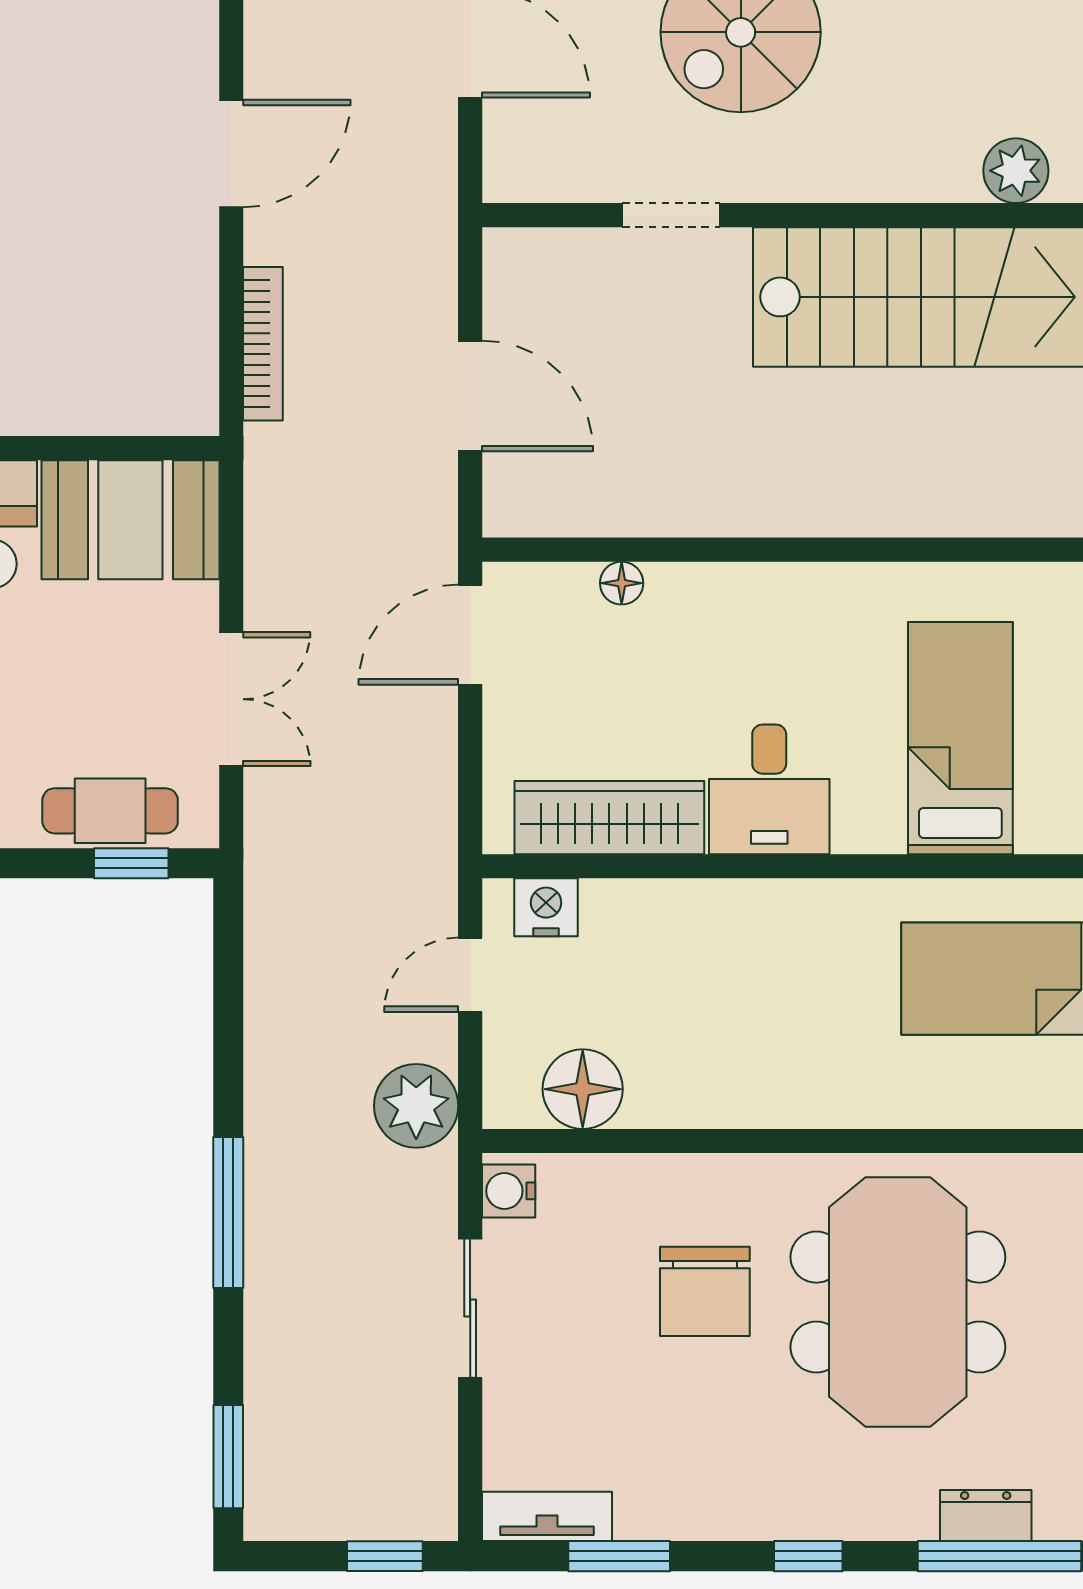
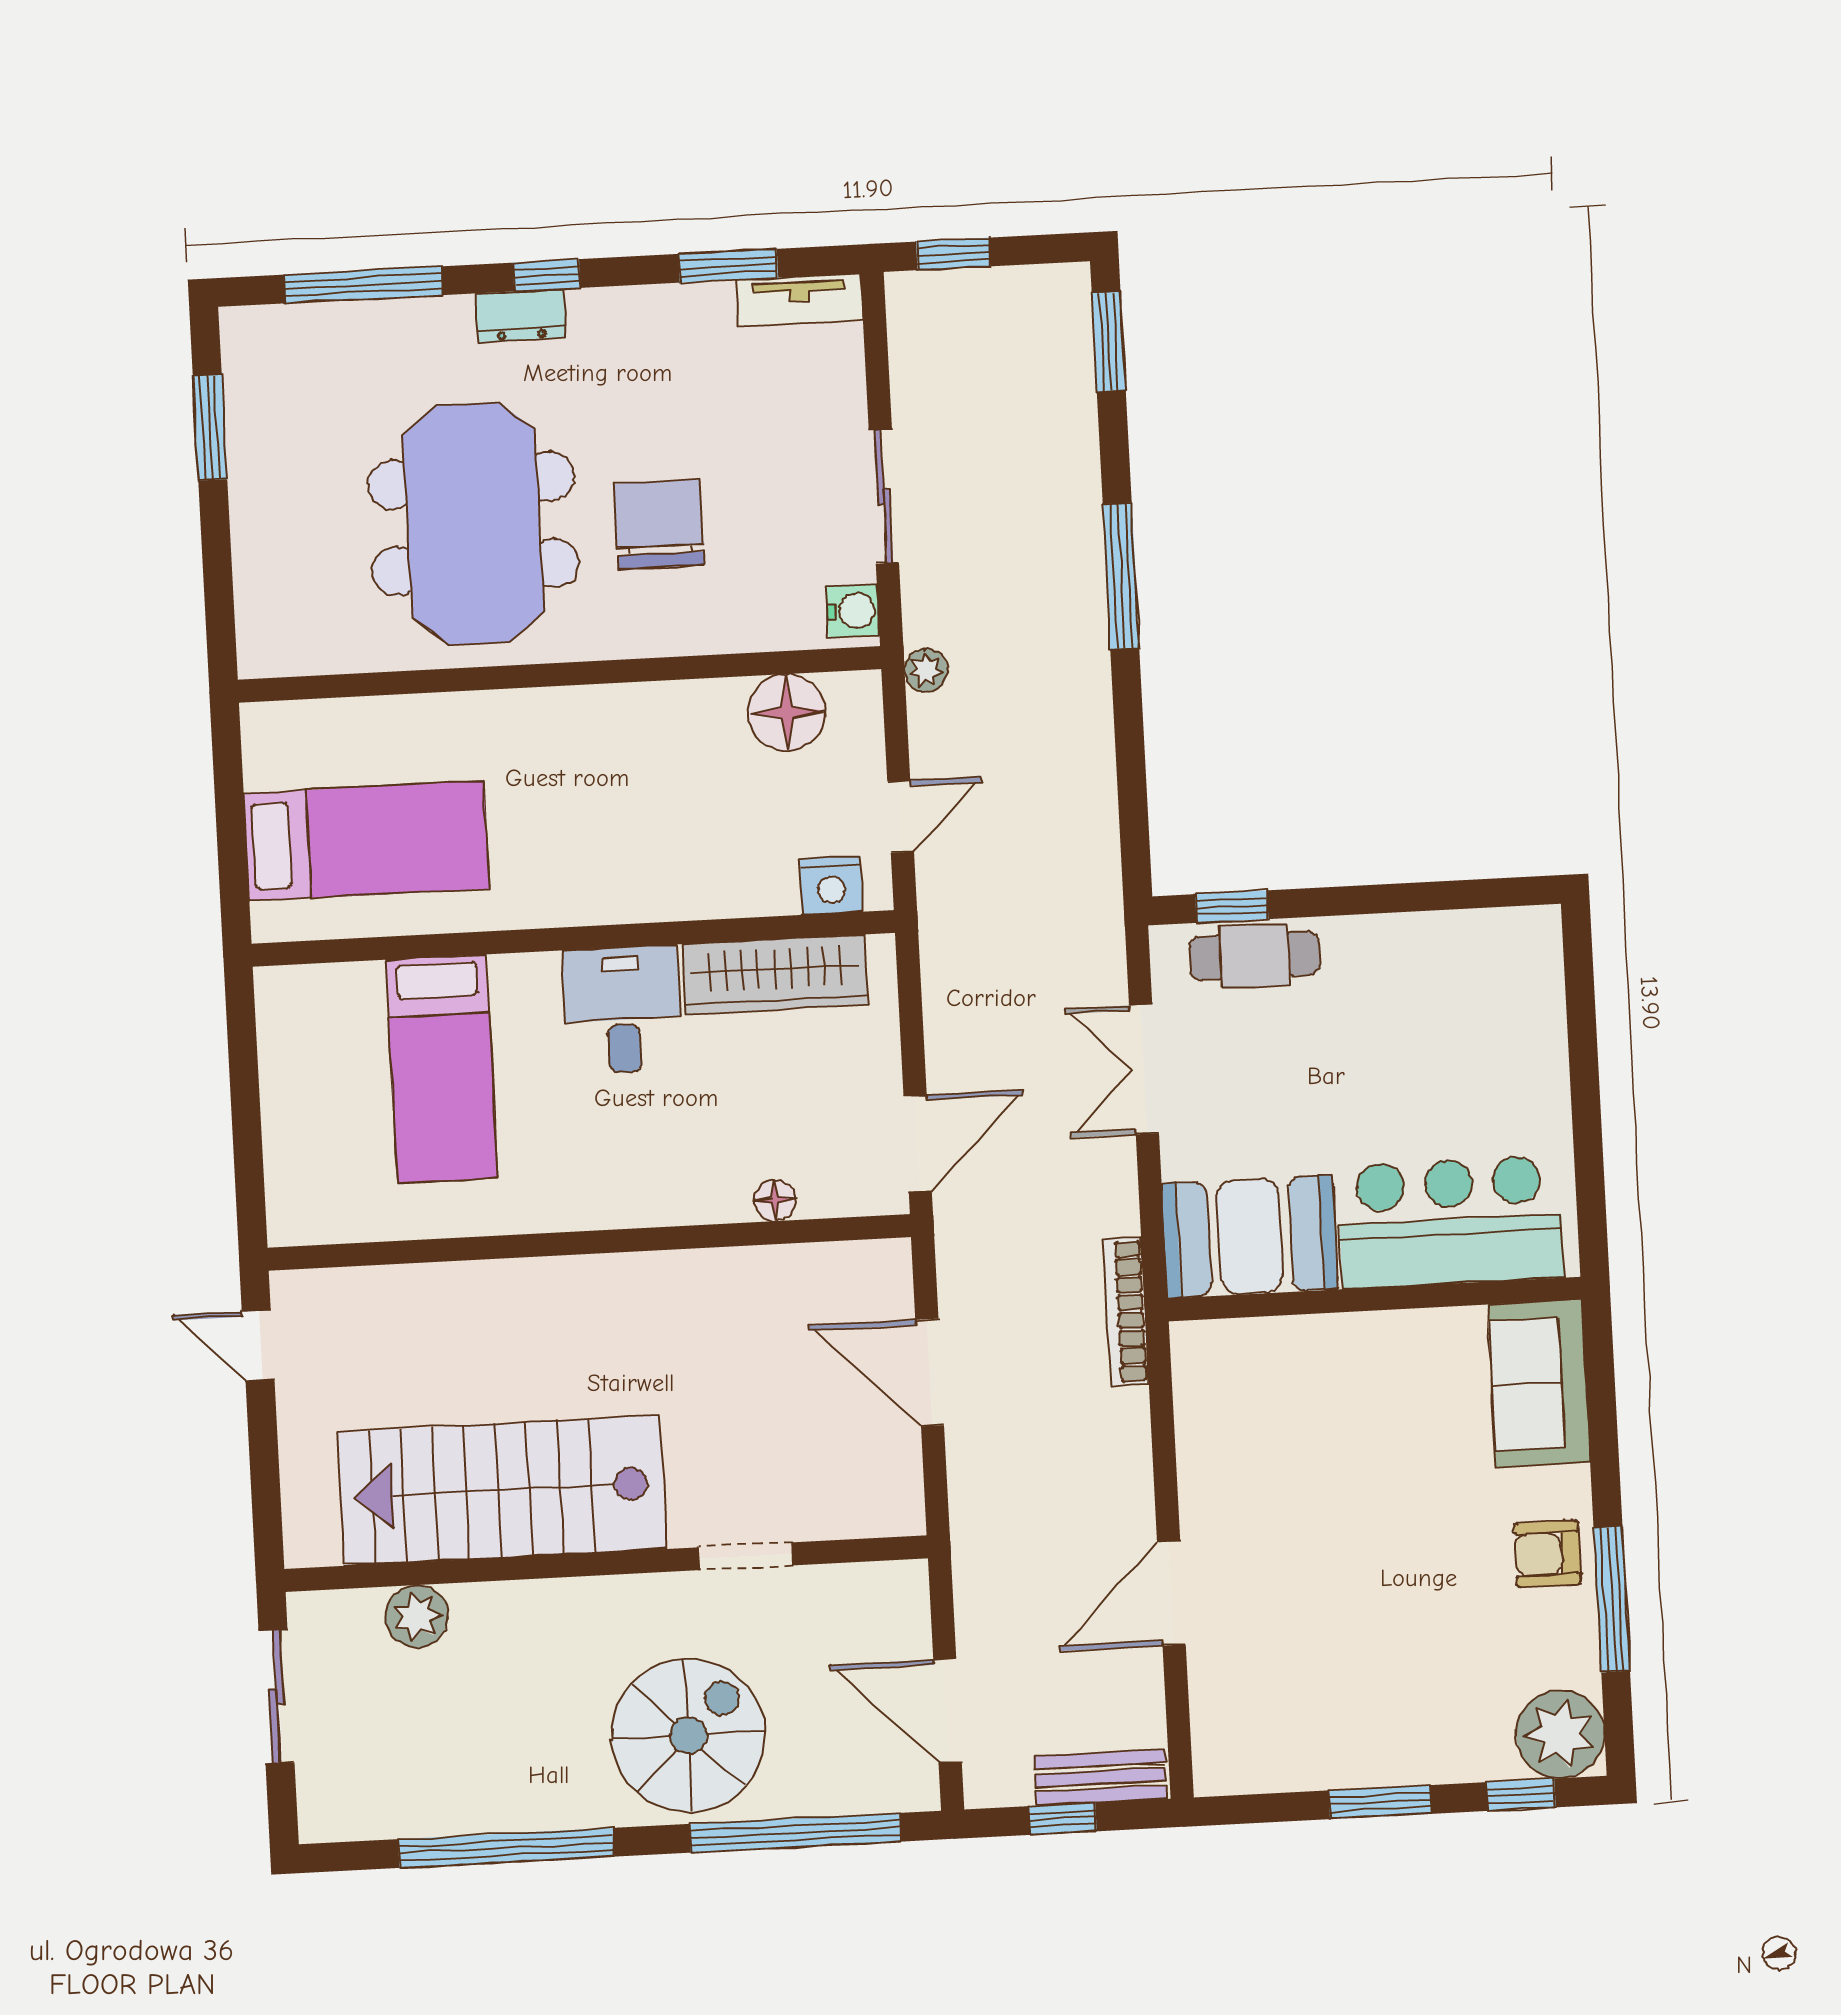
bookcase: (263, 344) -> (1126, 1312), moved
plant: (416, 1106) -> (926, 670), width x0.53, depth x0.53
dresser: (986, 1516) -> (521, 316), moved

